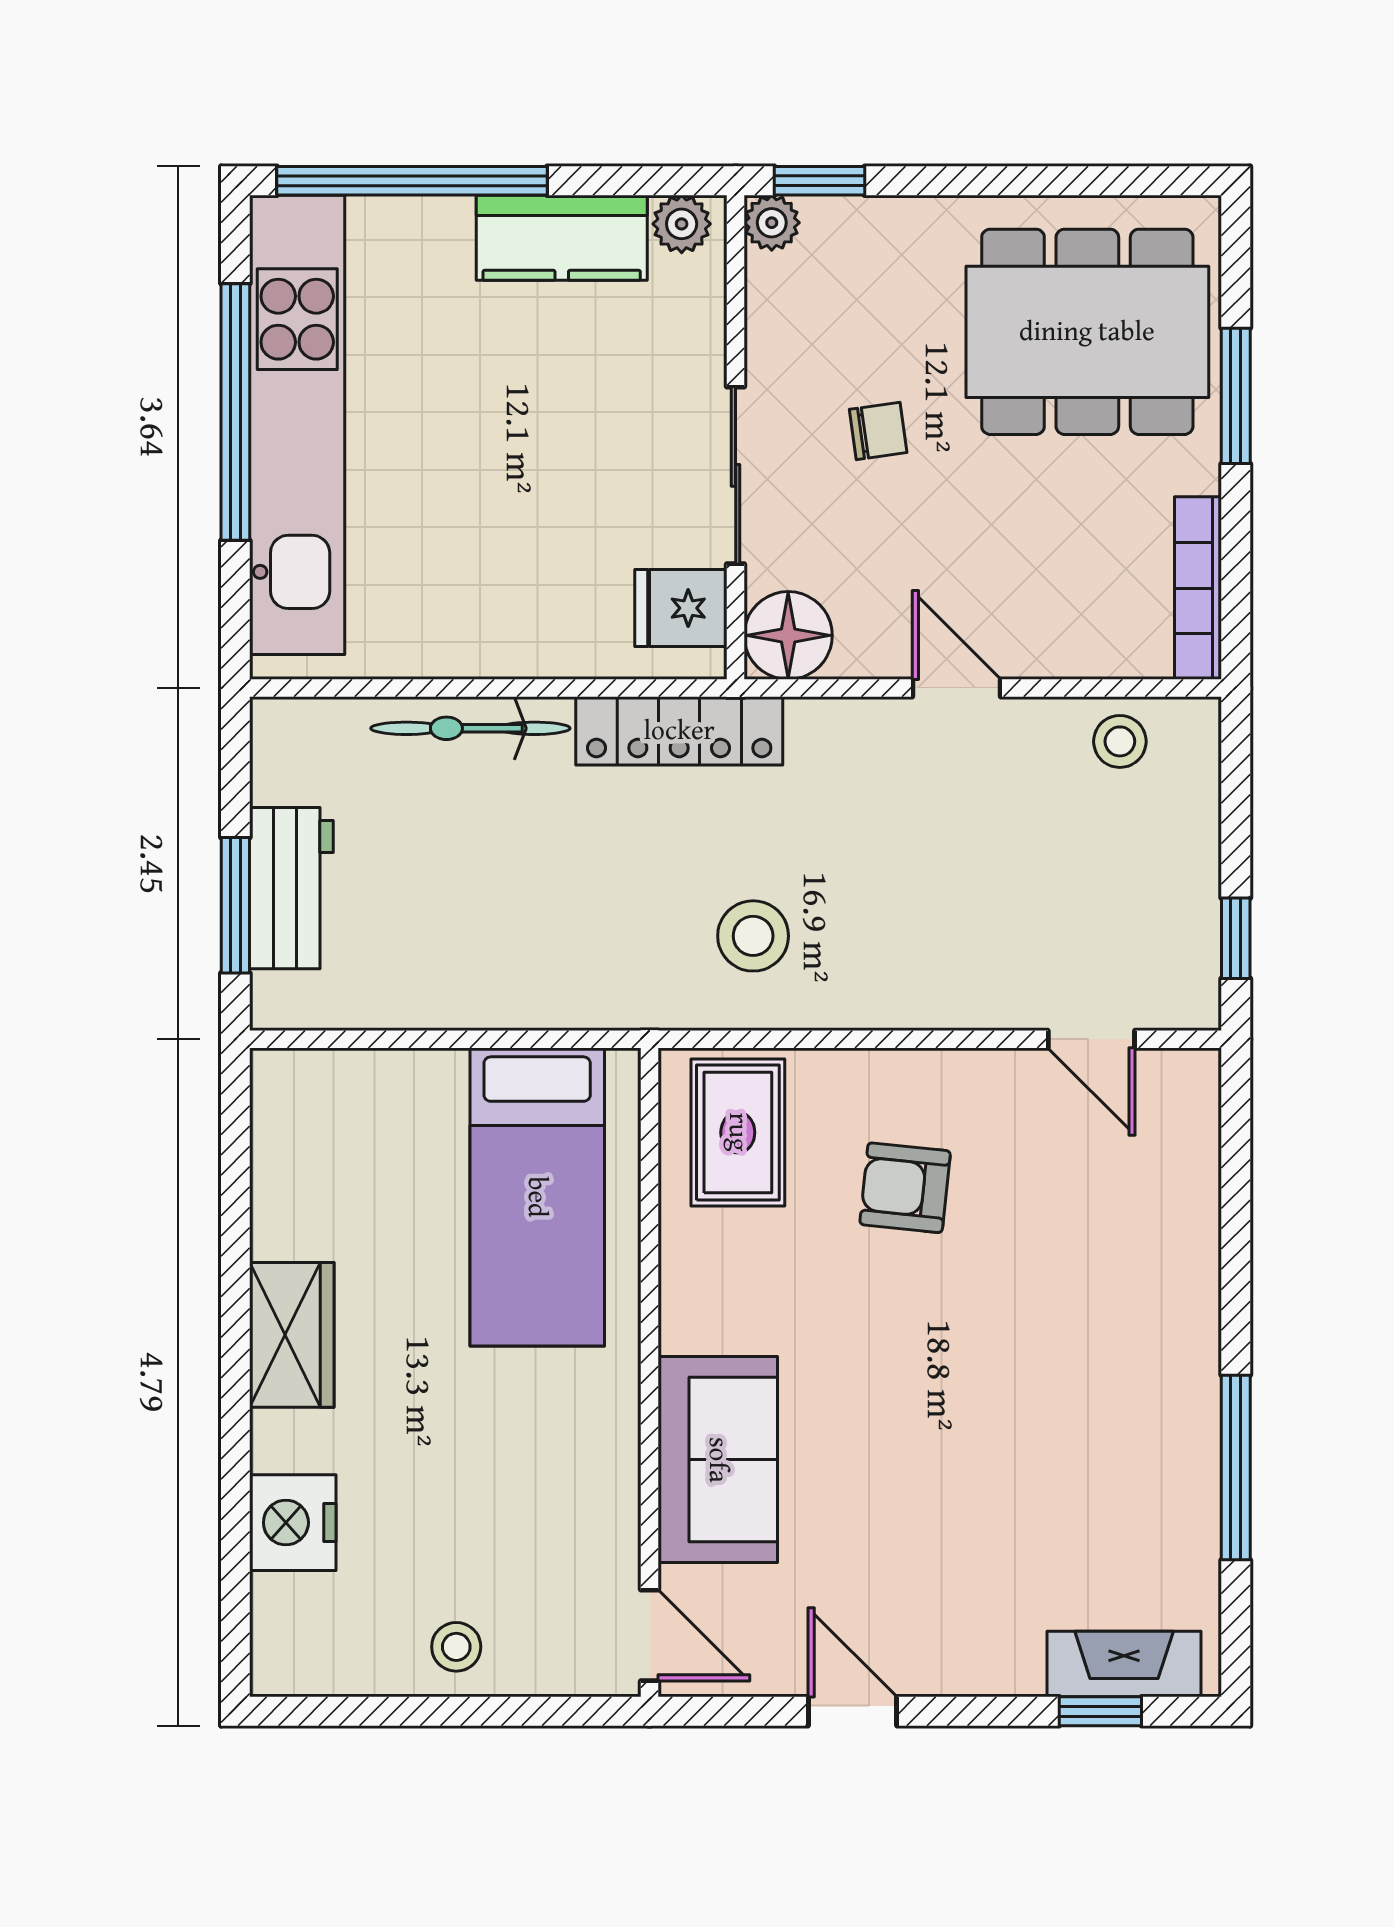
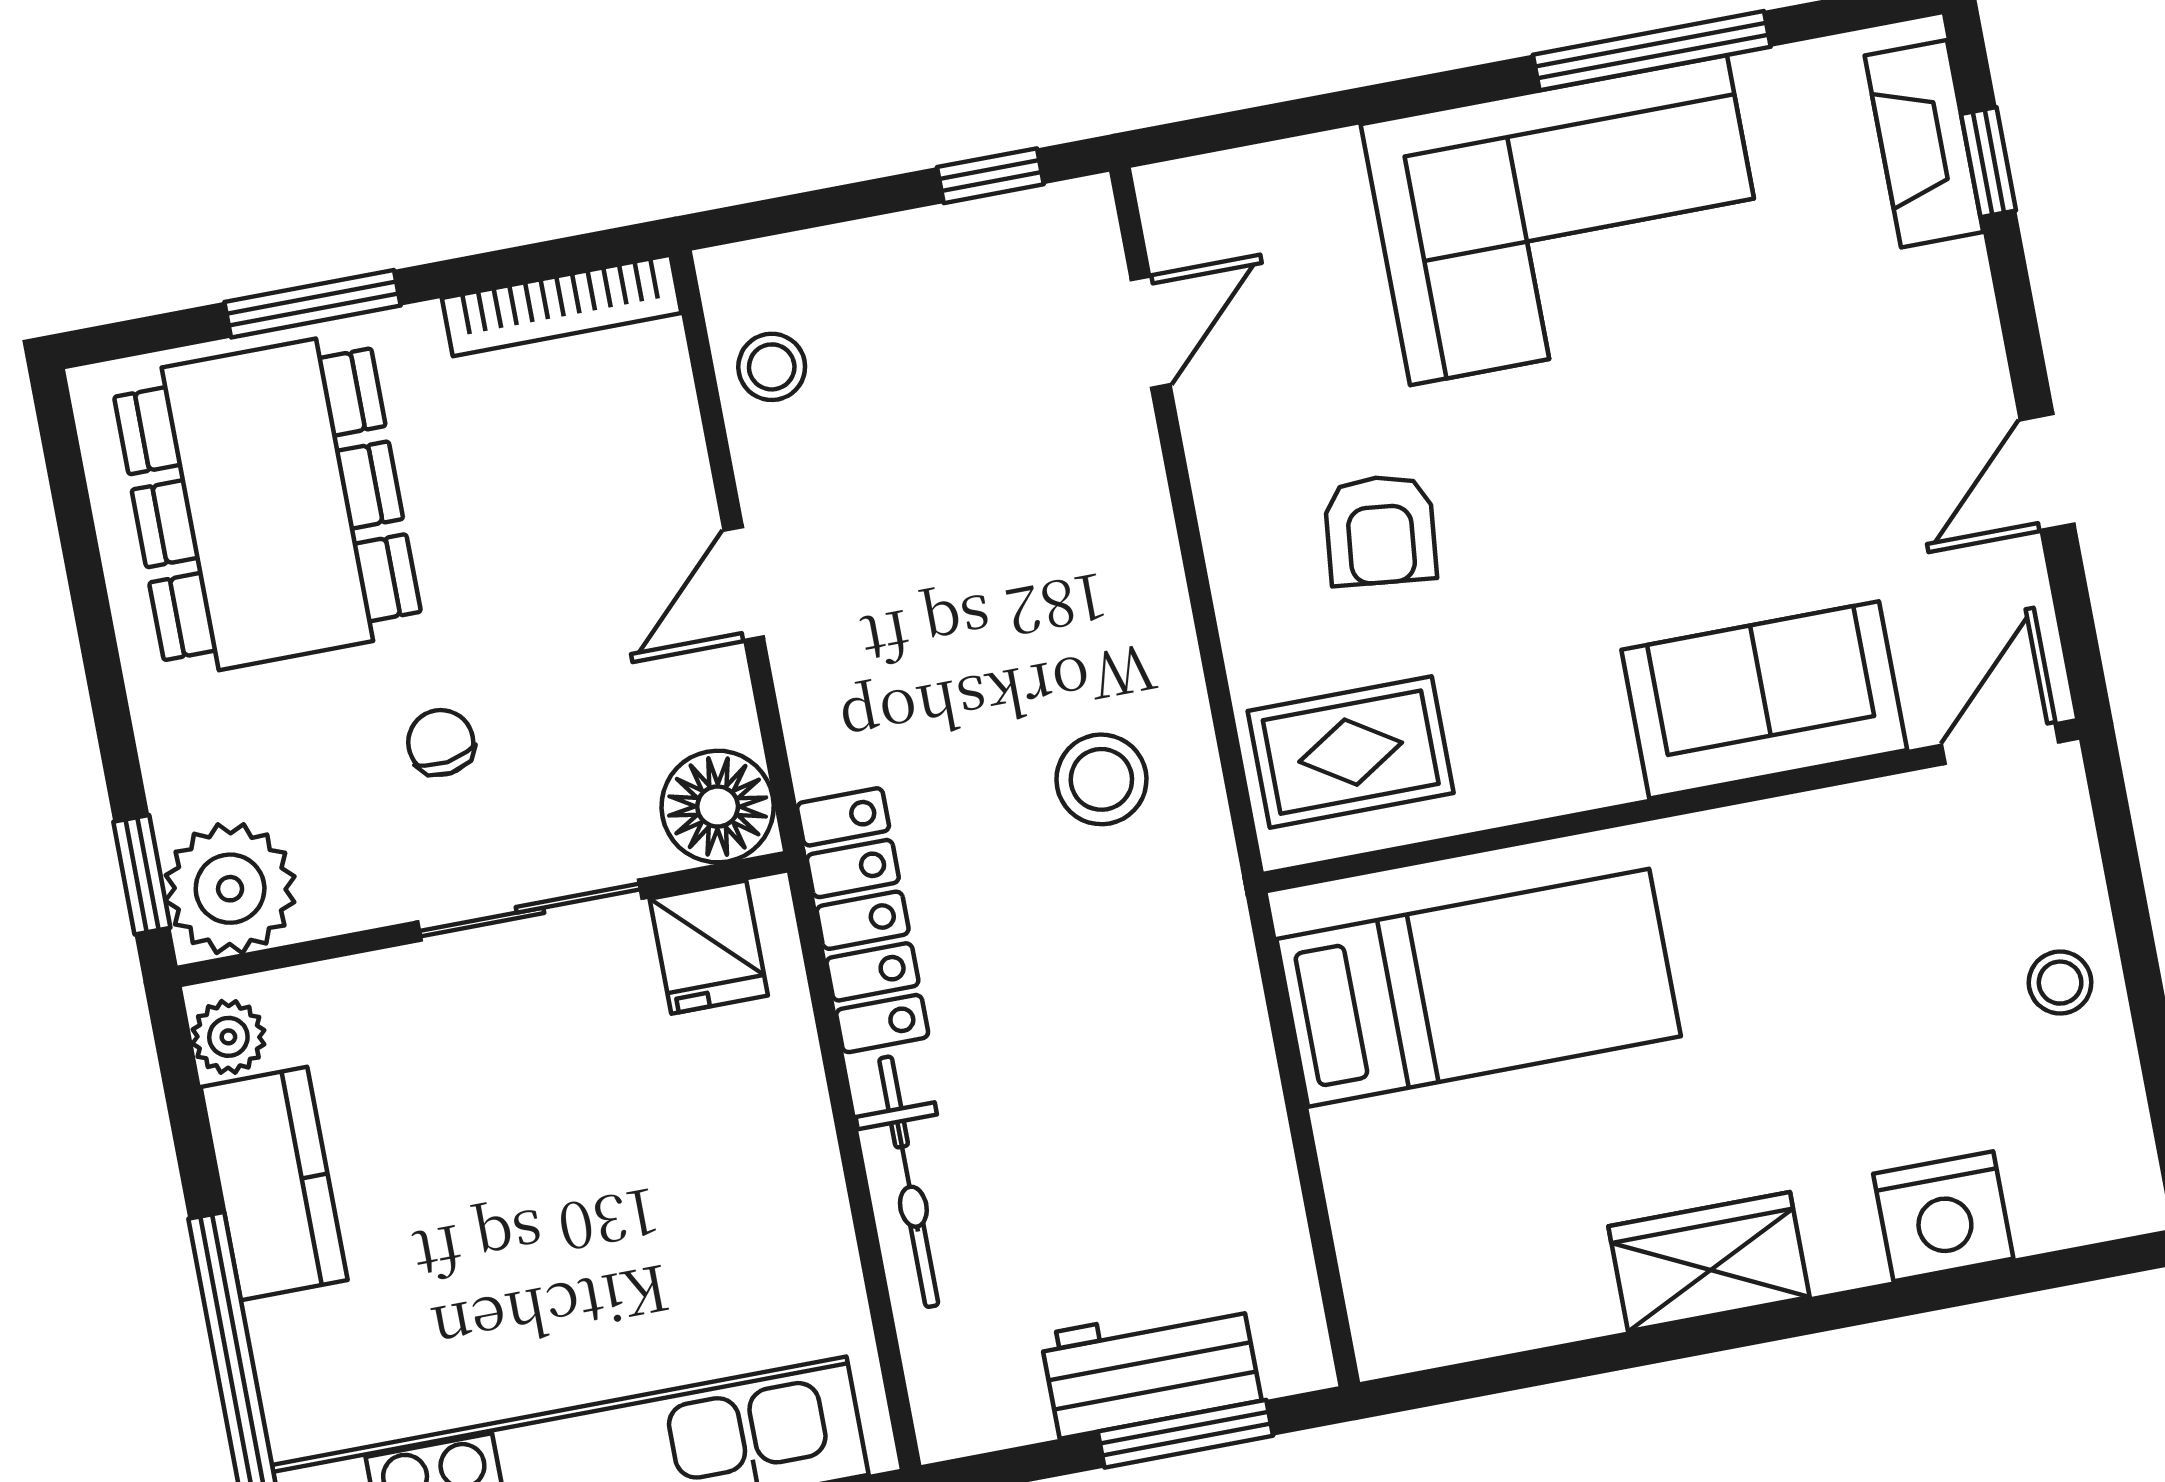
plant: (772, 223) -> (230, 889), width x1.87, depth x1.87
corner sofa: (1117, 1378) -> (1568, 220), added

